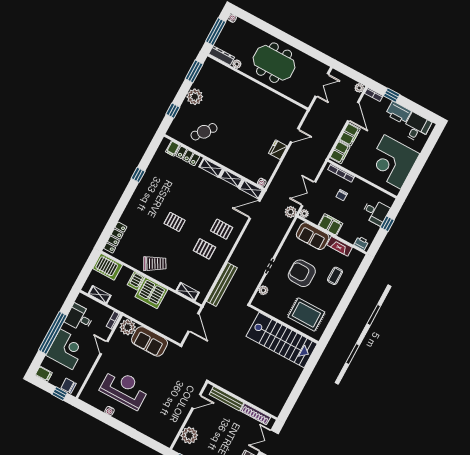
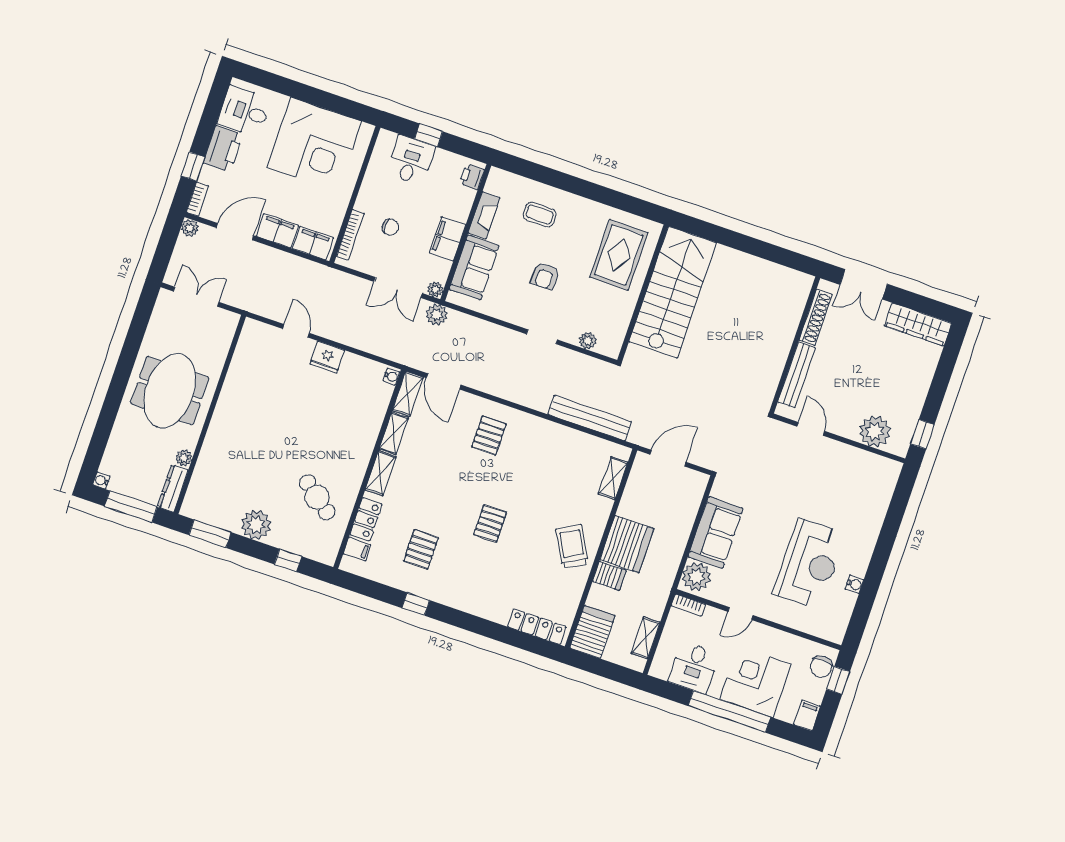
pallet: (204, 249) -> (421, 549), moved
armchair: (302, 273) -> (545, 276), width x0.53, depth x0.53
reception desk: (125, 389) -> (809, 564), turned 180

